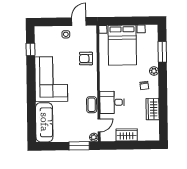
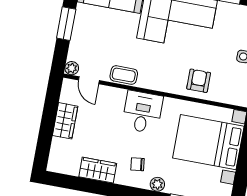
desk: (112, 102) -> (142, 112), moved
window: (79, 146) -> (66, 24), moved

